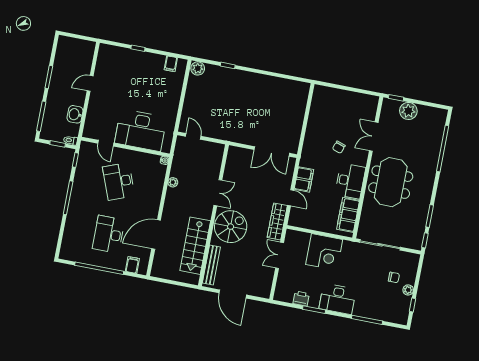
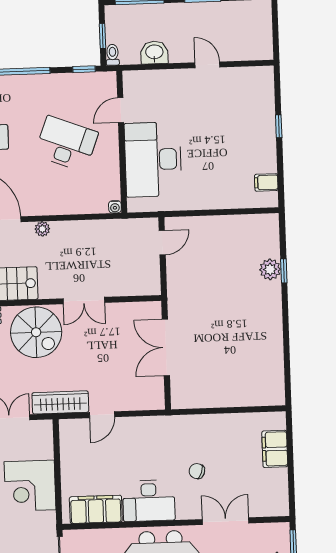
plant: (198, 68) -> (270, 269), moved
double door: (272, 151) -> (166, 347), moved
filing cabinet: (304, 179) -> (275, 449), moved, turned 90
desk: (119, 181) -> (66, 144), turned 42
plant: (173, 182) -> (42, 229), moved

